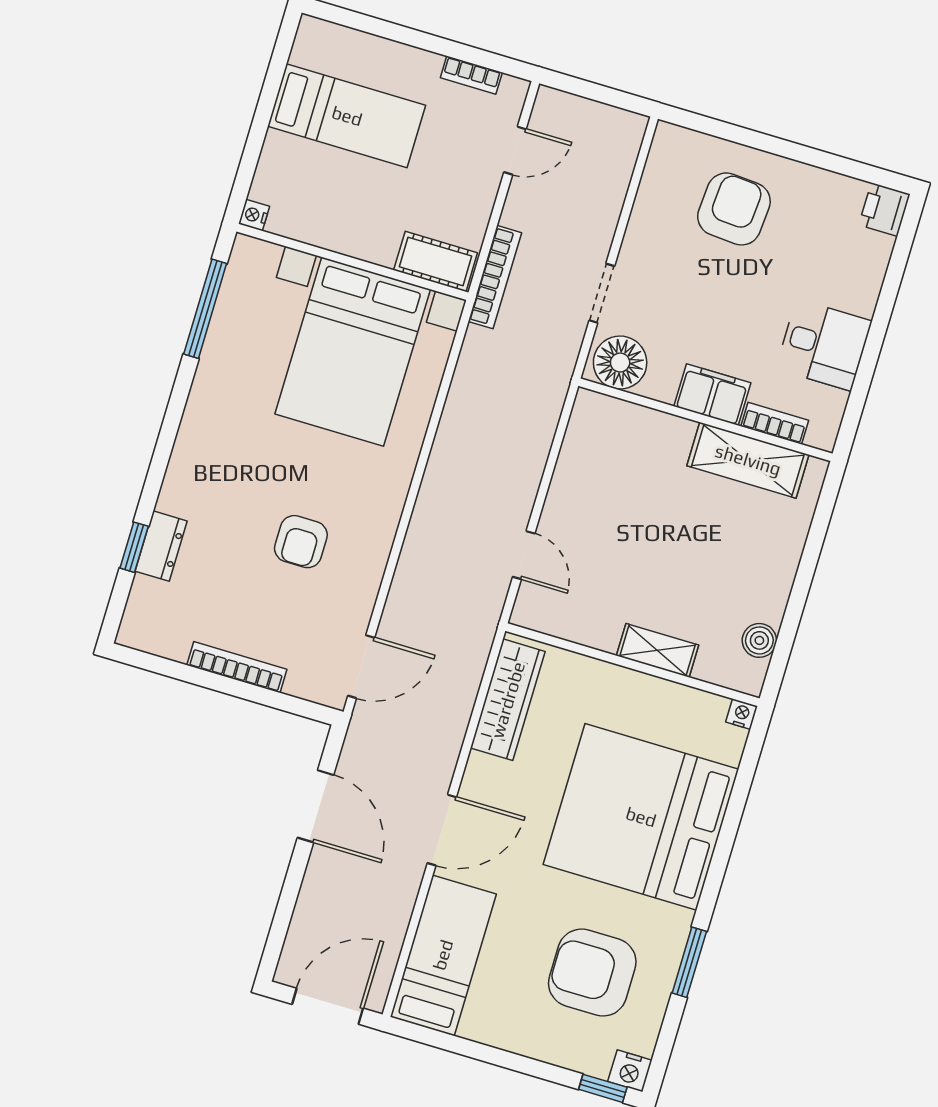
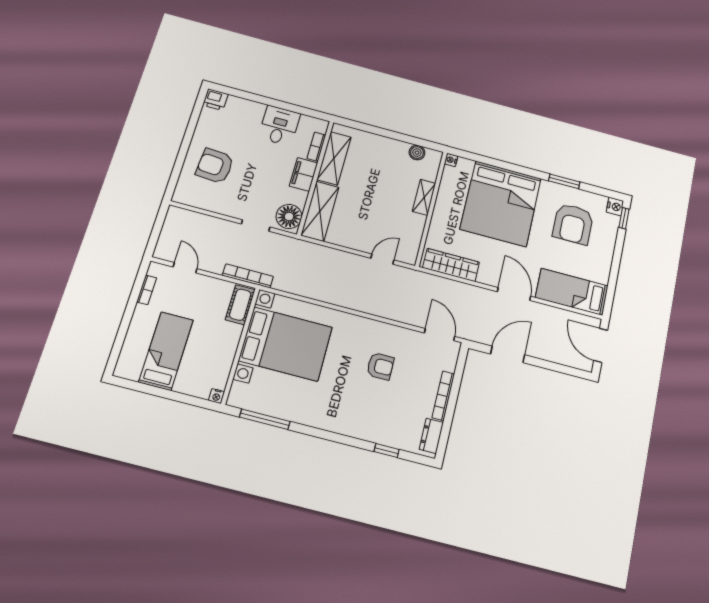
shelving: (630, 427) -> (320, 211), added
dresser: (161, 546) -> (431, 436), moved, turned -90

